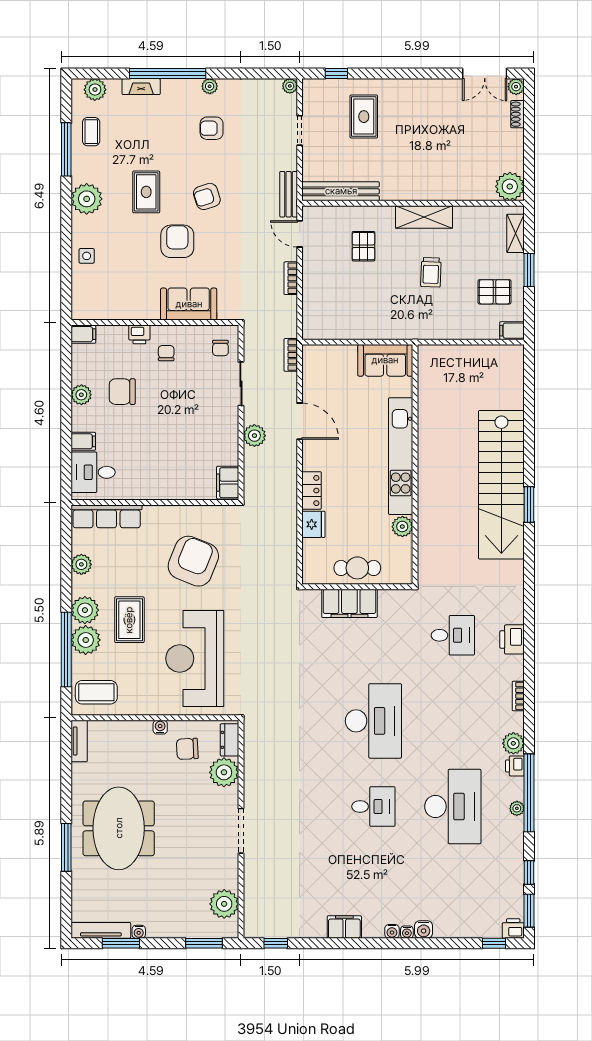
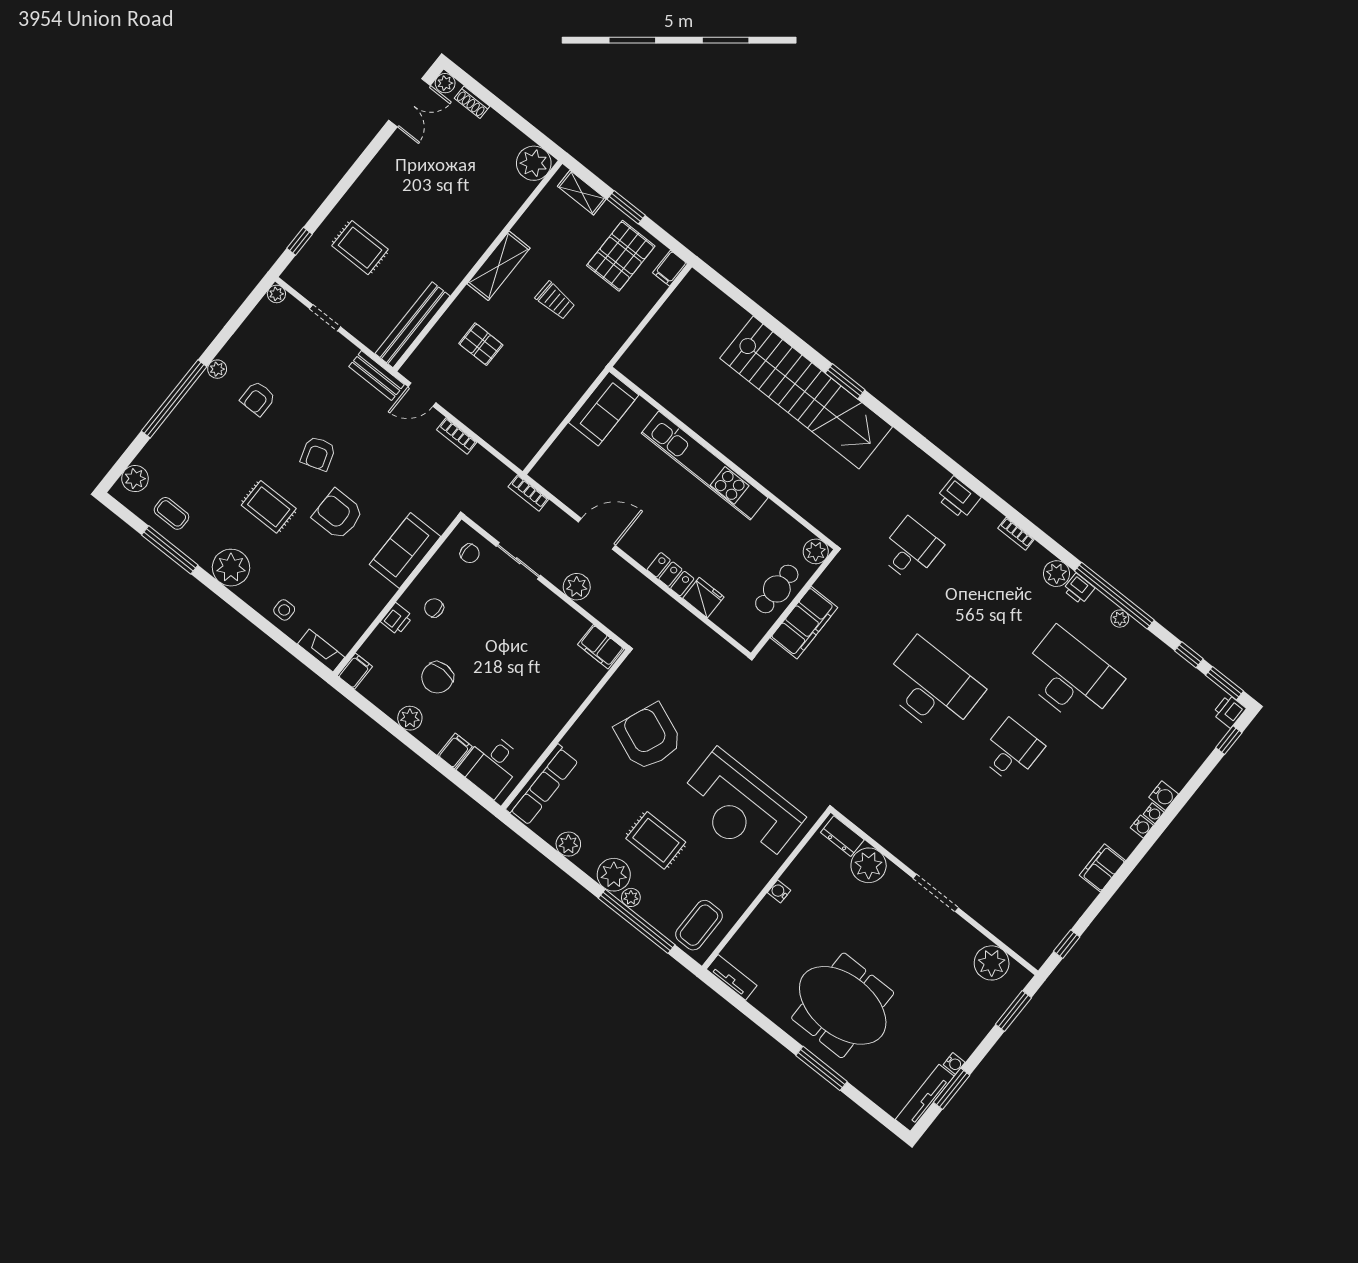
fireplace: (141, 87) -> (321, 651), moved, turned -90
pallet: (494, 292) -> (621, 256), width x1.50, depth x1.42
plant: (402, 527) -> (816, 551), moved
plant: (86, 640) -> (631, 897), width x0.53, depth x0.53
chair: (187, 749) -> (819, 882), removed

